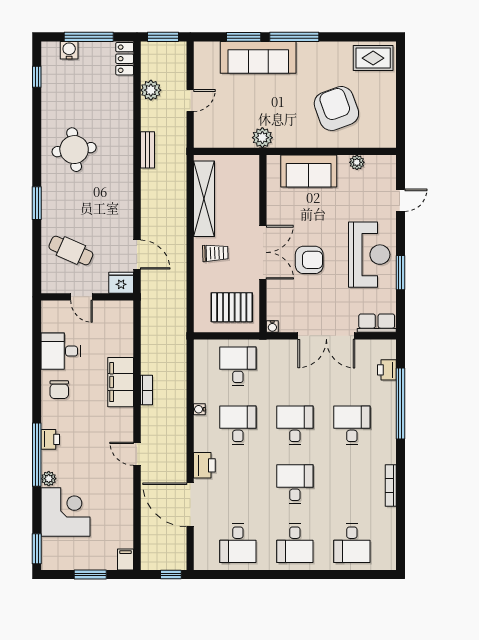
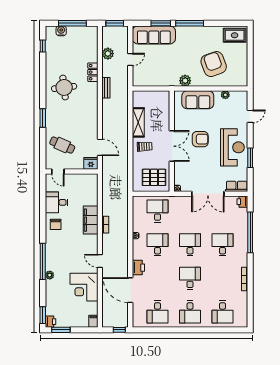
sofa: (258, 57) -> (154, 35), moved
locker: (125, 59) -> (93, 72), moved
plant: (262, 138) -> (185, 81), moved
shelving: (204, 199) -> (138, 122), width x0.68
armchair: (309, 260) -> (200, 139), moved
door: (82, 297) -> (58, 171), moved
printer: (387, 370) -> (242, 202), moved
printer: (50, 439) -> (50, 322), moved
corner desk: (66, 512) -> (84, 287), moved, turned 180
window: (90, 575) -> (61, 330), moved

